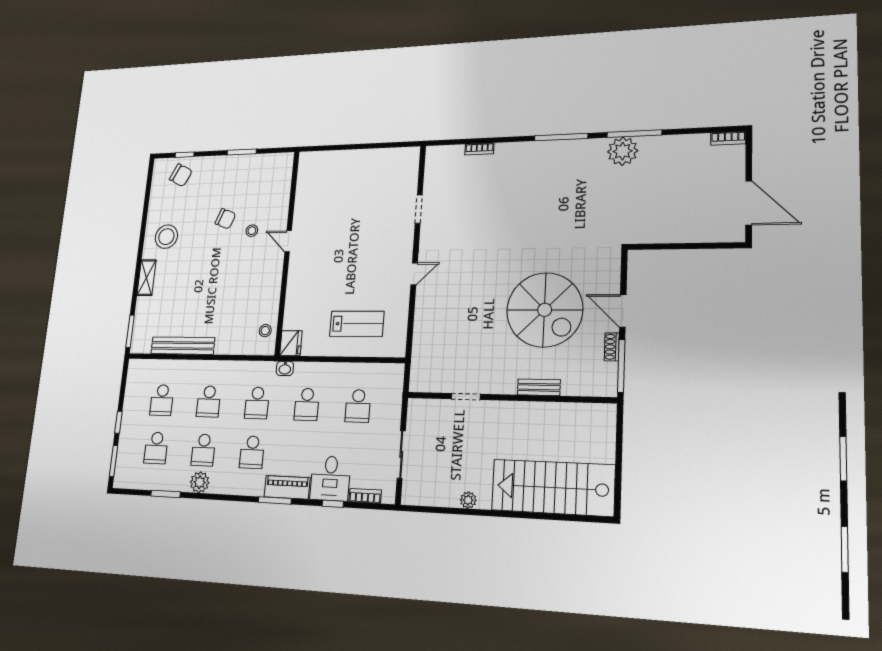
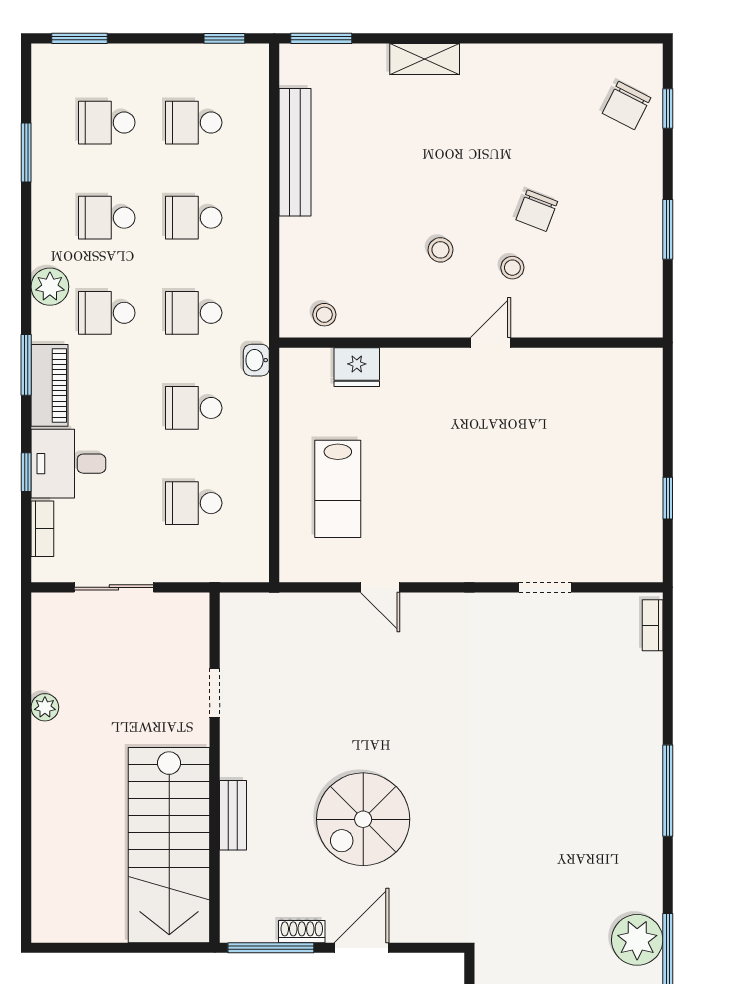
window: (561, 137) -> (668, 791), moved
window: (376, 146) -> (668, 498), added
bookcase: (479, 149) -> (653, 625), moved
stool: (166, 237) -> (440, 250), moved, width x0.53, depth x0.53
door: (414, 274) -> (380, 587), moved
spiral stairs: (545, 310) -> (363, 819), width x0.73, depth x0.73
fridge: (291, 343) -> (357, 367), moved
window: (118, 422) -> (224, 38), moved
plant: (200, 482) -> (50, 287), moved
stairs: (553, 488) -> (169, 845), moved, turned 180

